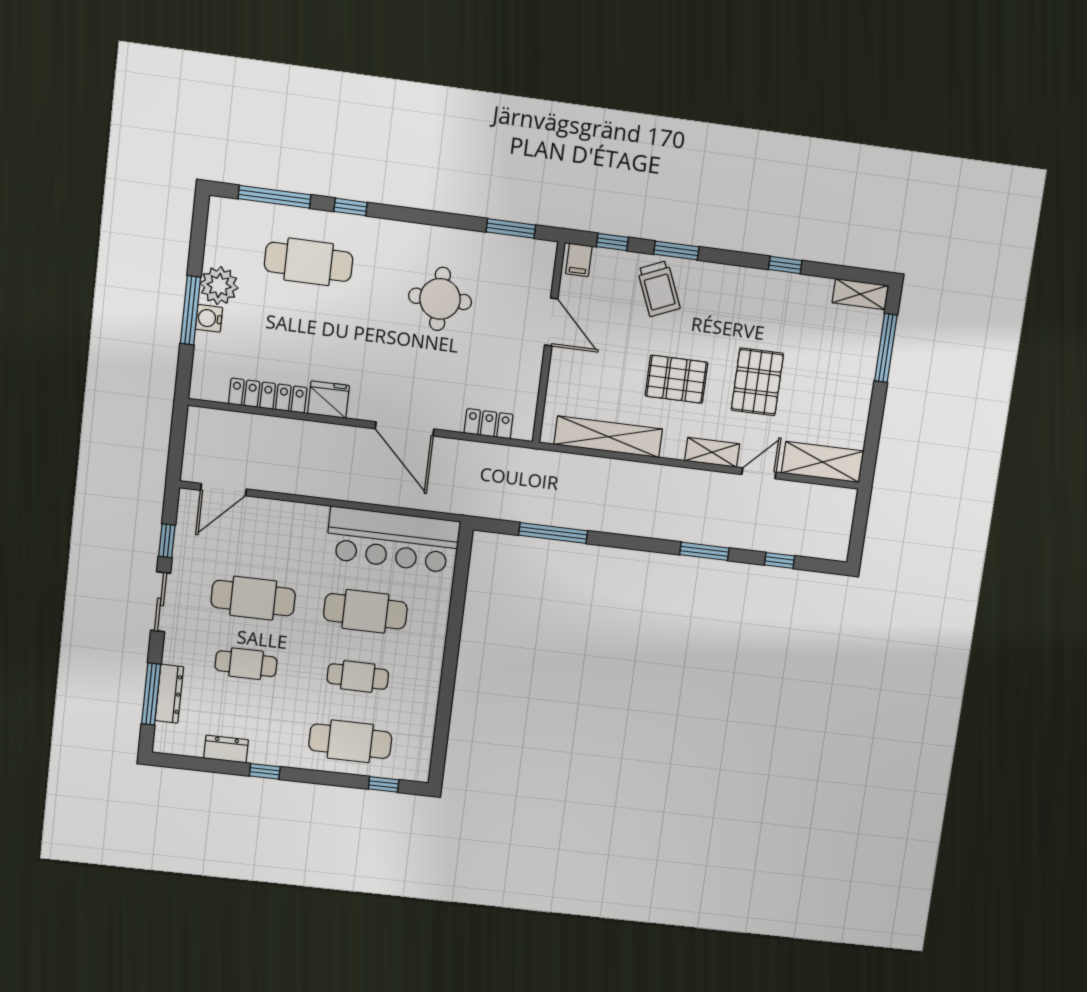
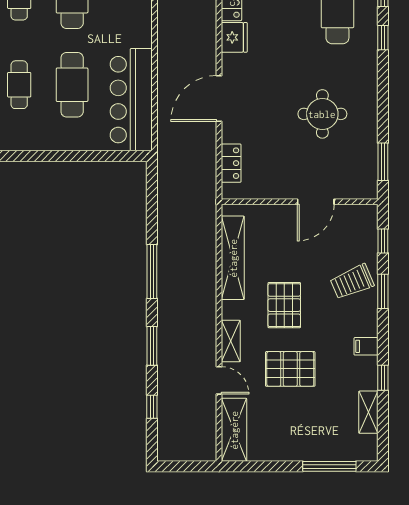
filing cabinet: (579, 260) -> (366, 346), moved
shelving: (860, 294) -> (368, 412), moved
window: (553, 533) -> (152, 271), moved

